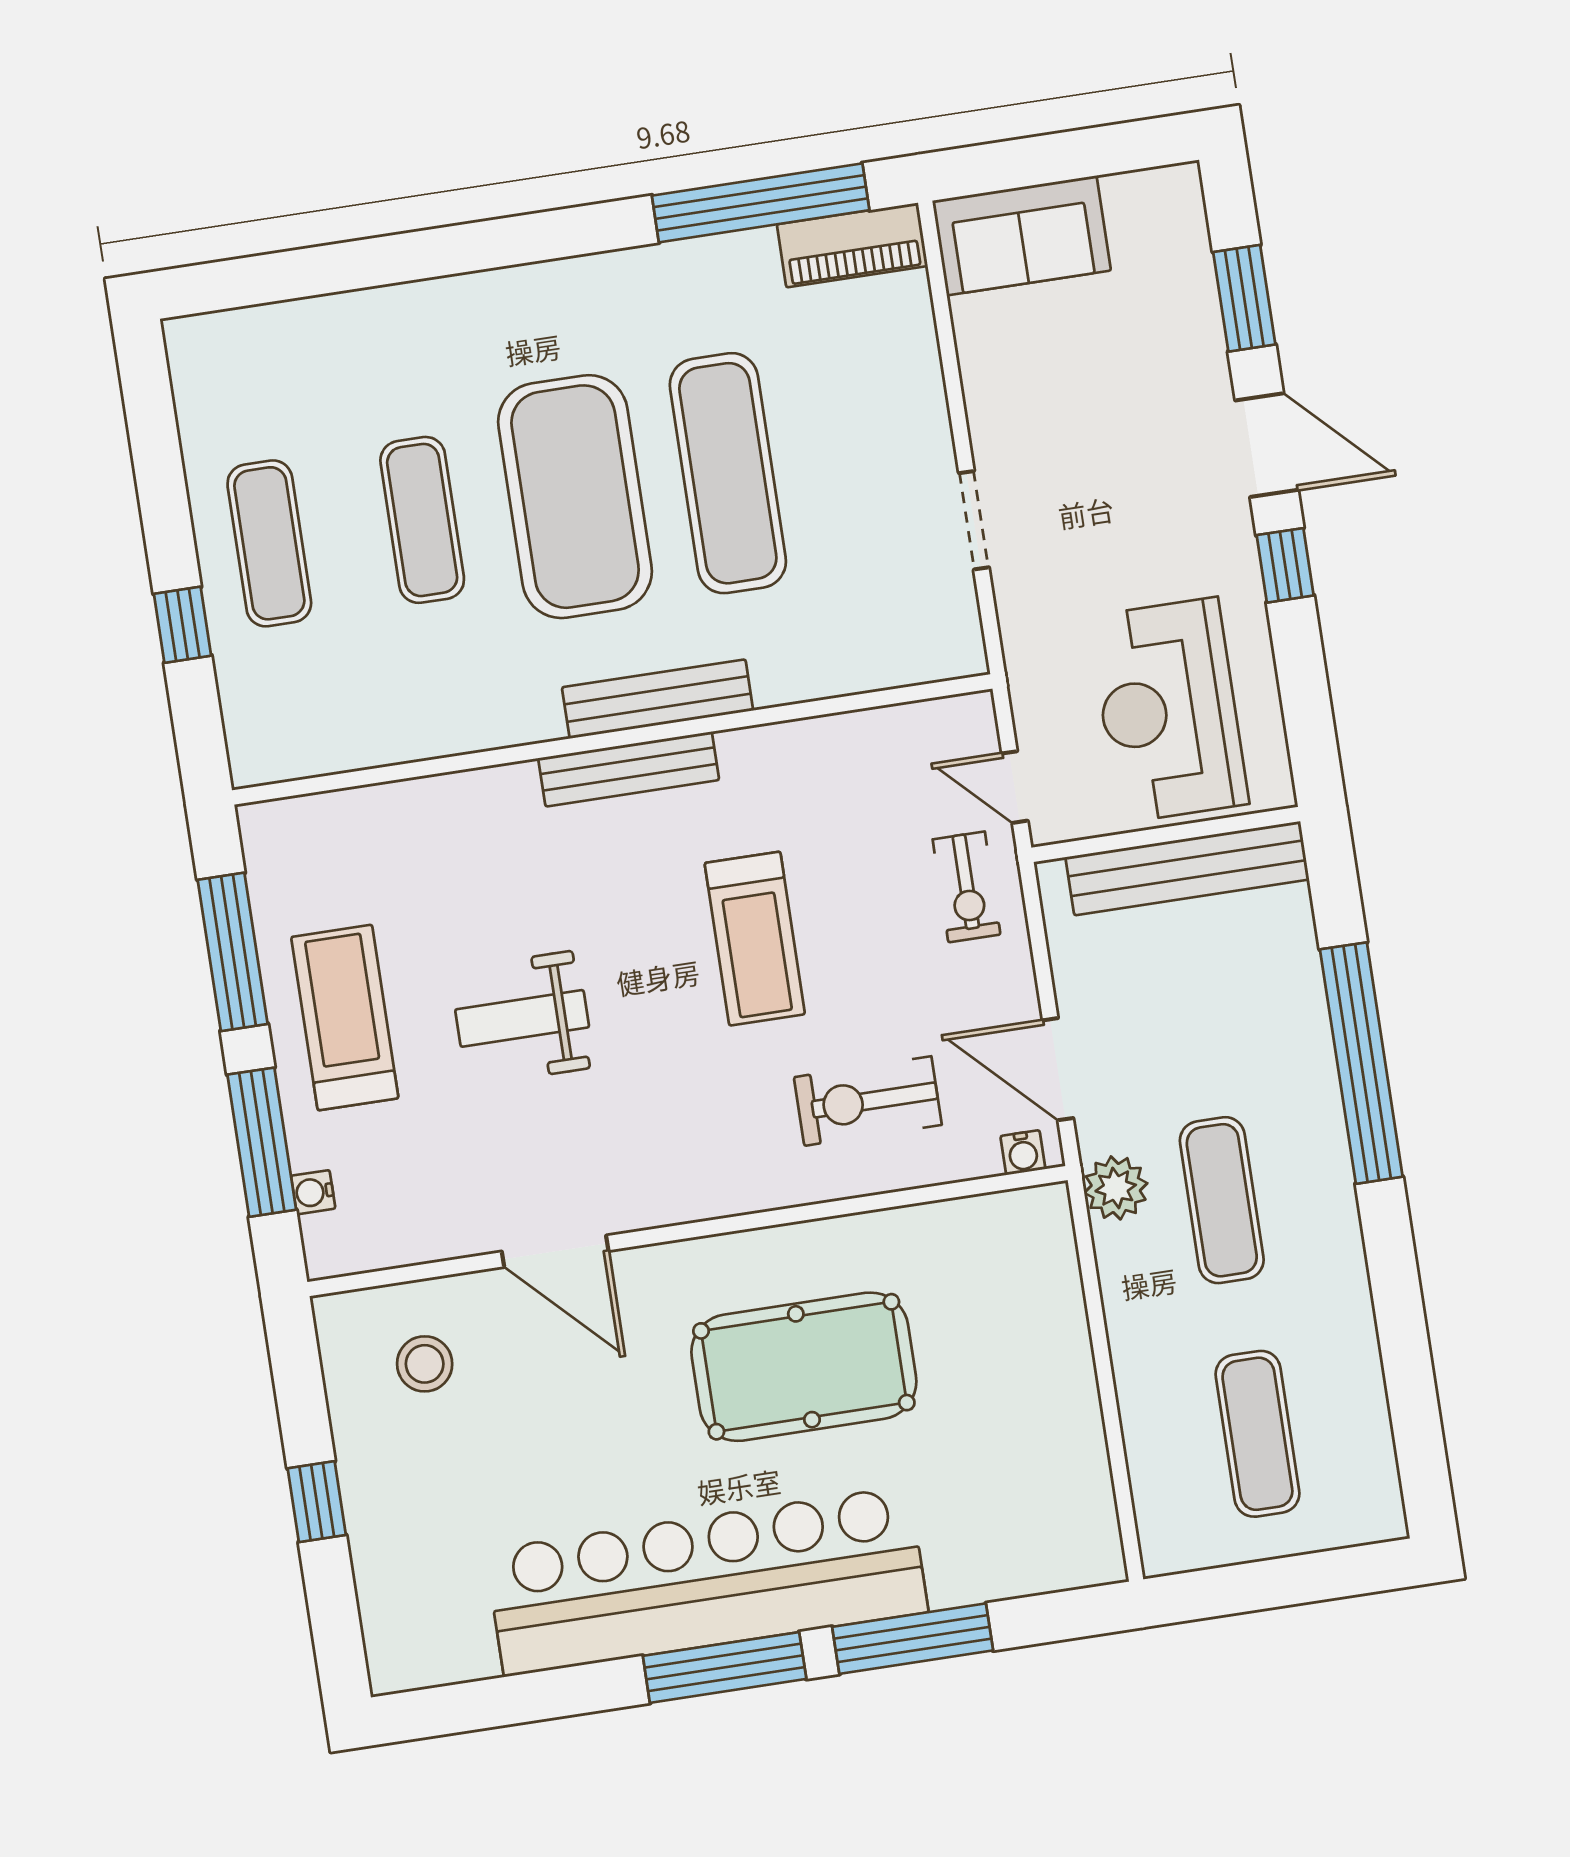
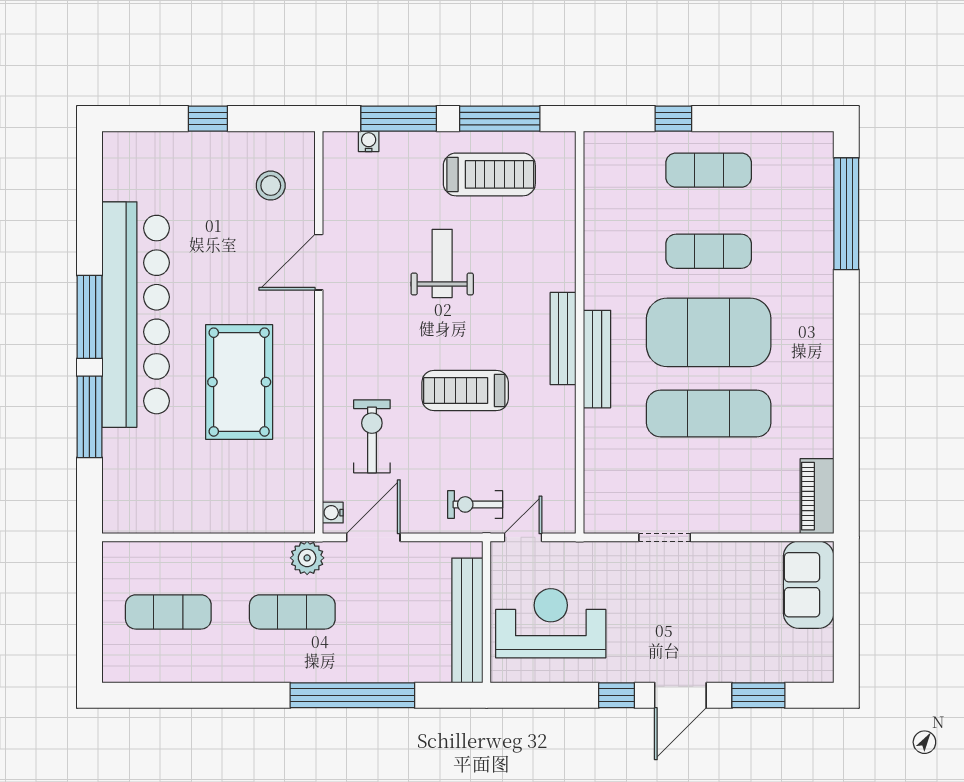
window: (761, 203) -> (846, 214), moved
treadmill: (345, 1018) -> (489, 174), moved

